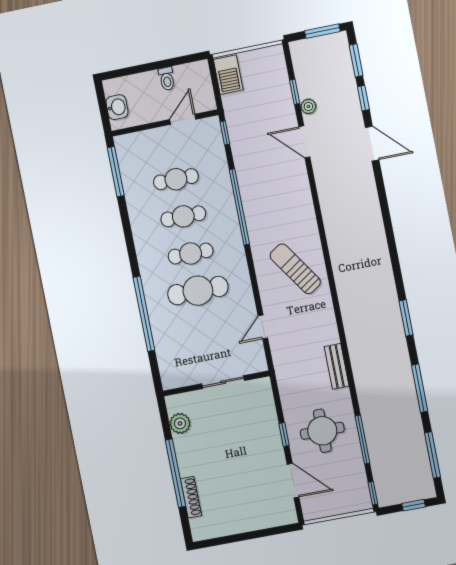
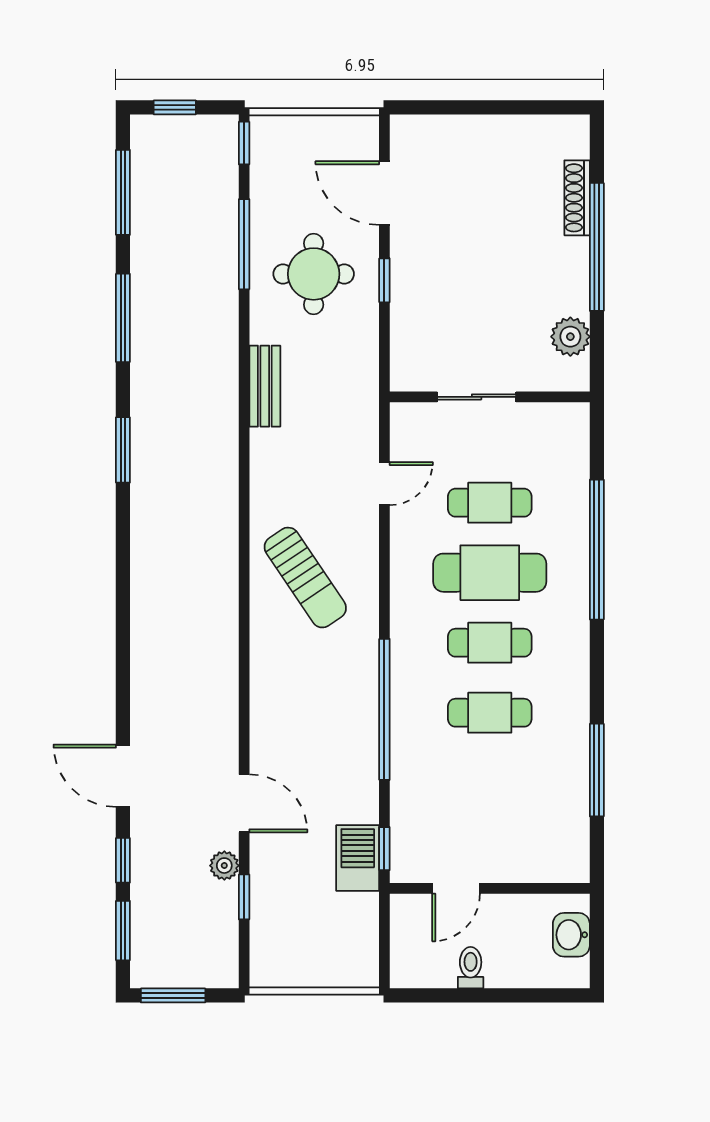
barbecue: (228, 75) -> (358, 858), moved
window: (116, 172) -> (597, 770), moved
cafe table: (176, 179) -> (490, 503), moved

